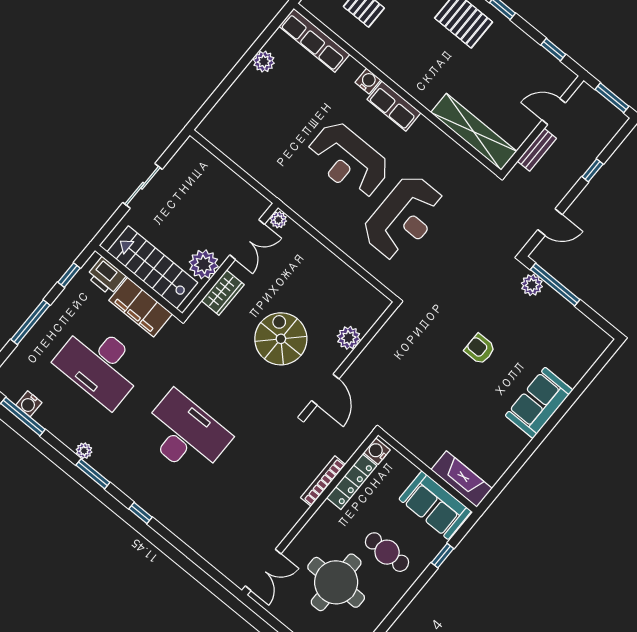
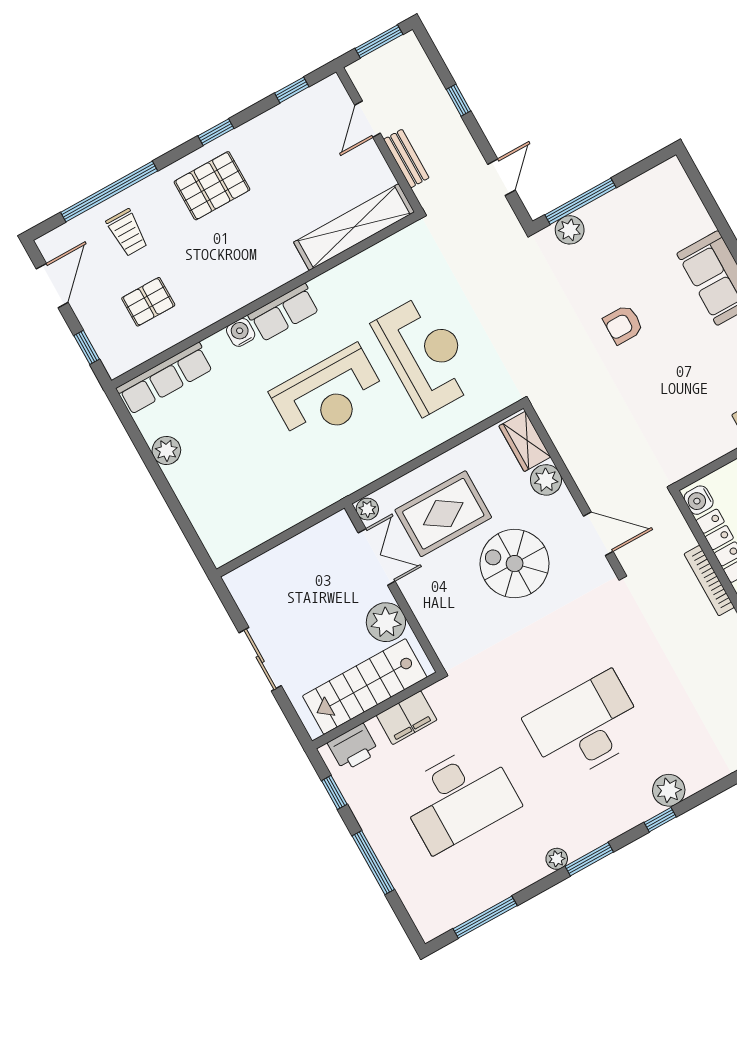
rug: (296, 275) -> (443, 514), added
wardrobe: (223, 293) -> (525, 441), moved, turned 180
filing cabinet: (141, 307) -> (407, 718), width x0.67, depth x0.86
water cooler: (29, 404) -> (473, 904), removed
plant: (164, 511) -> (669, 790), added

